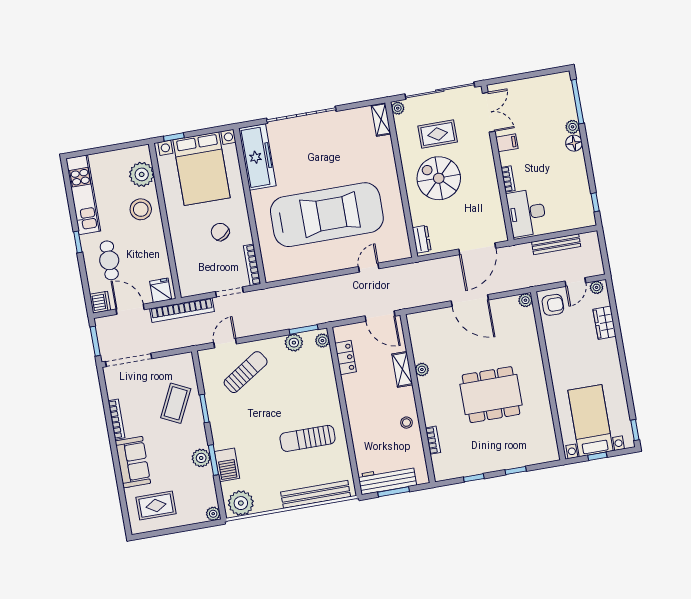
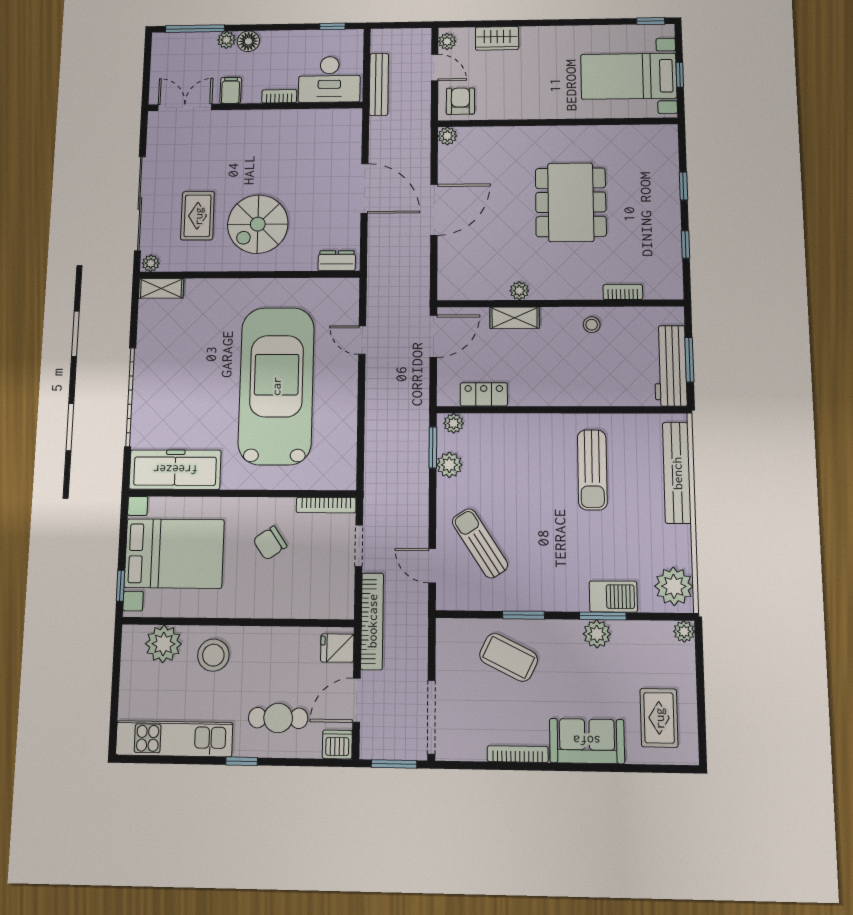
double door: (489, 112) -> (185, 107), moved
filing cabinet: (507, 143) -> (231, 90), moved
wall: (498, 163) -> (255, 106), moved
bookcase: (508, 179) -> (279, 96), moved
desk: (527, 213) -> (329, 79), moved

